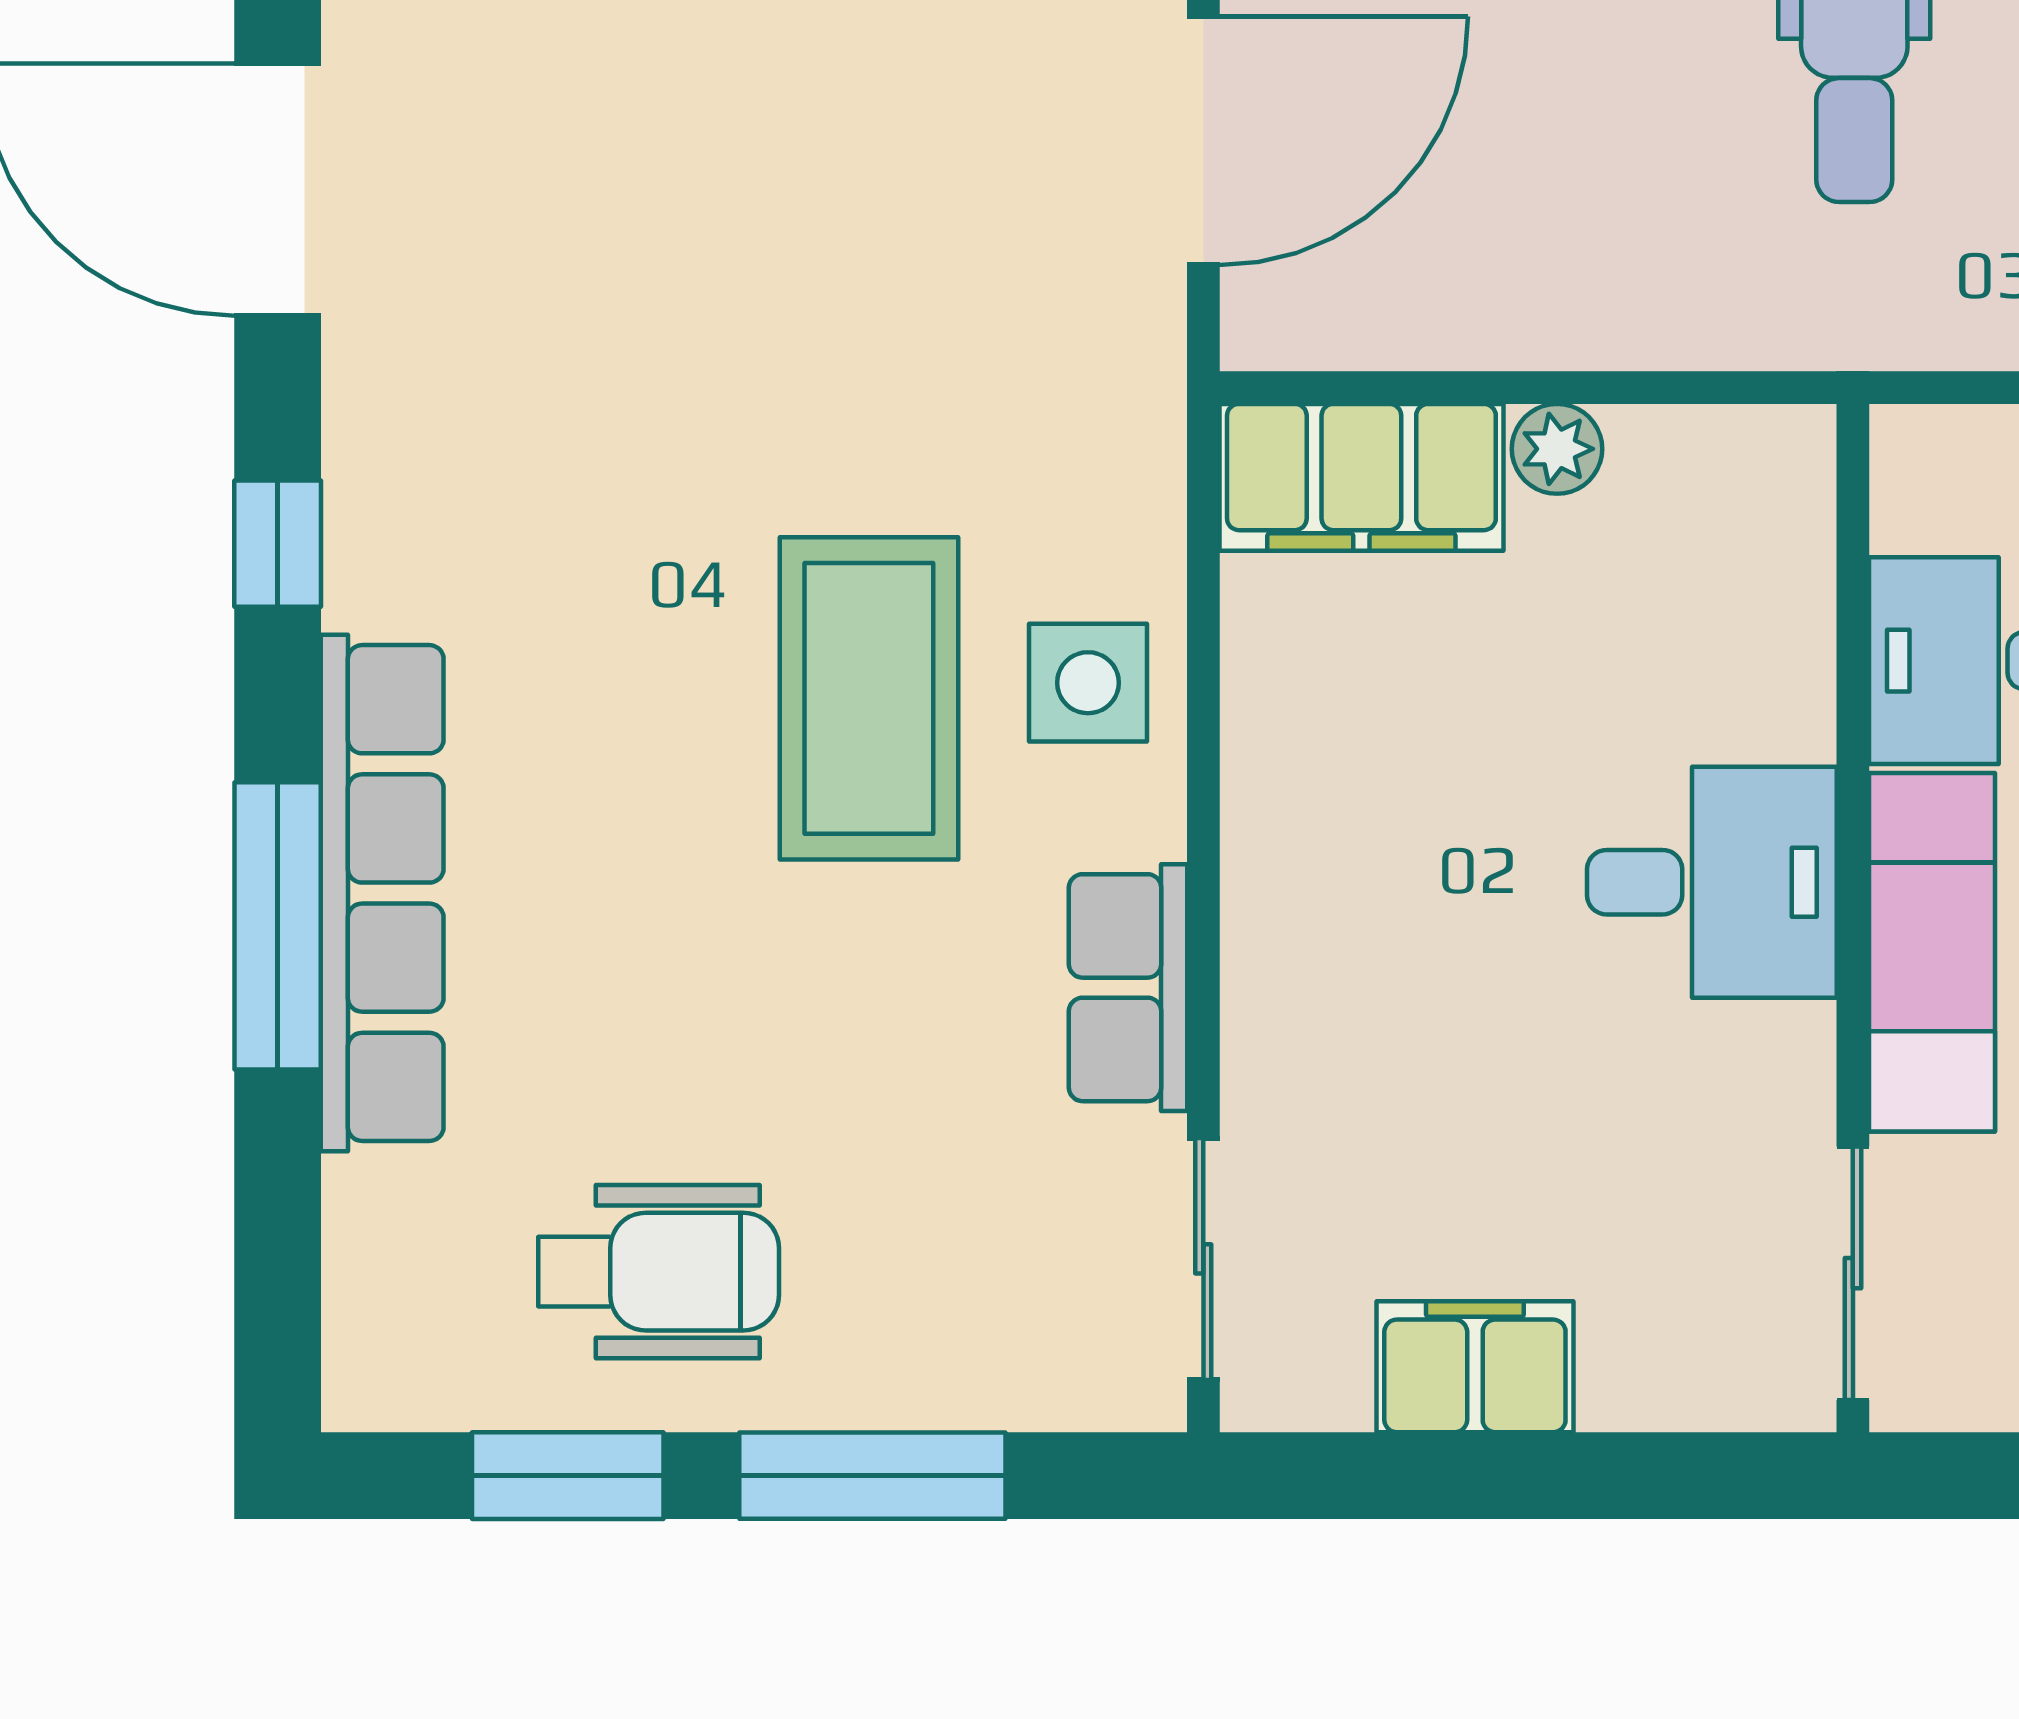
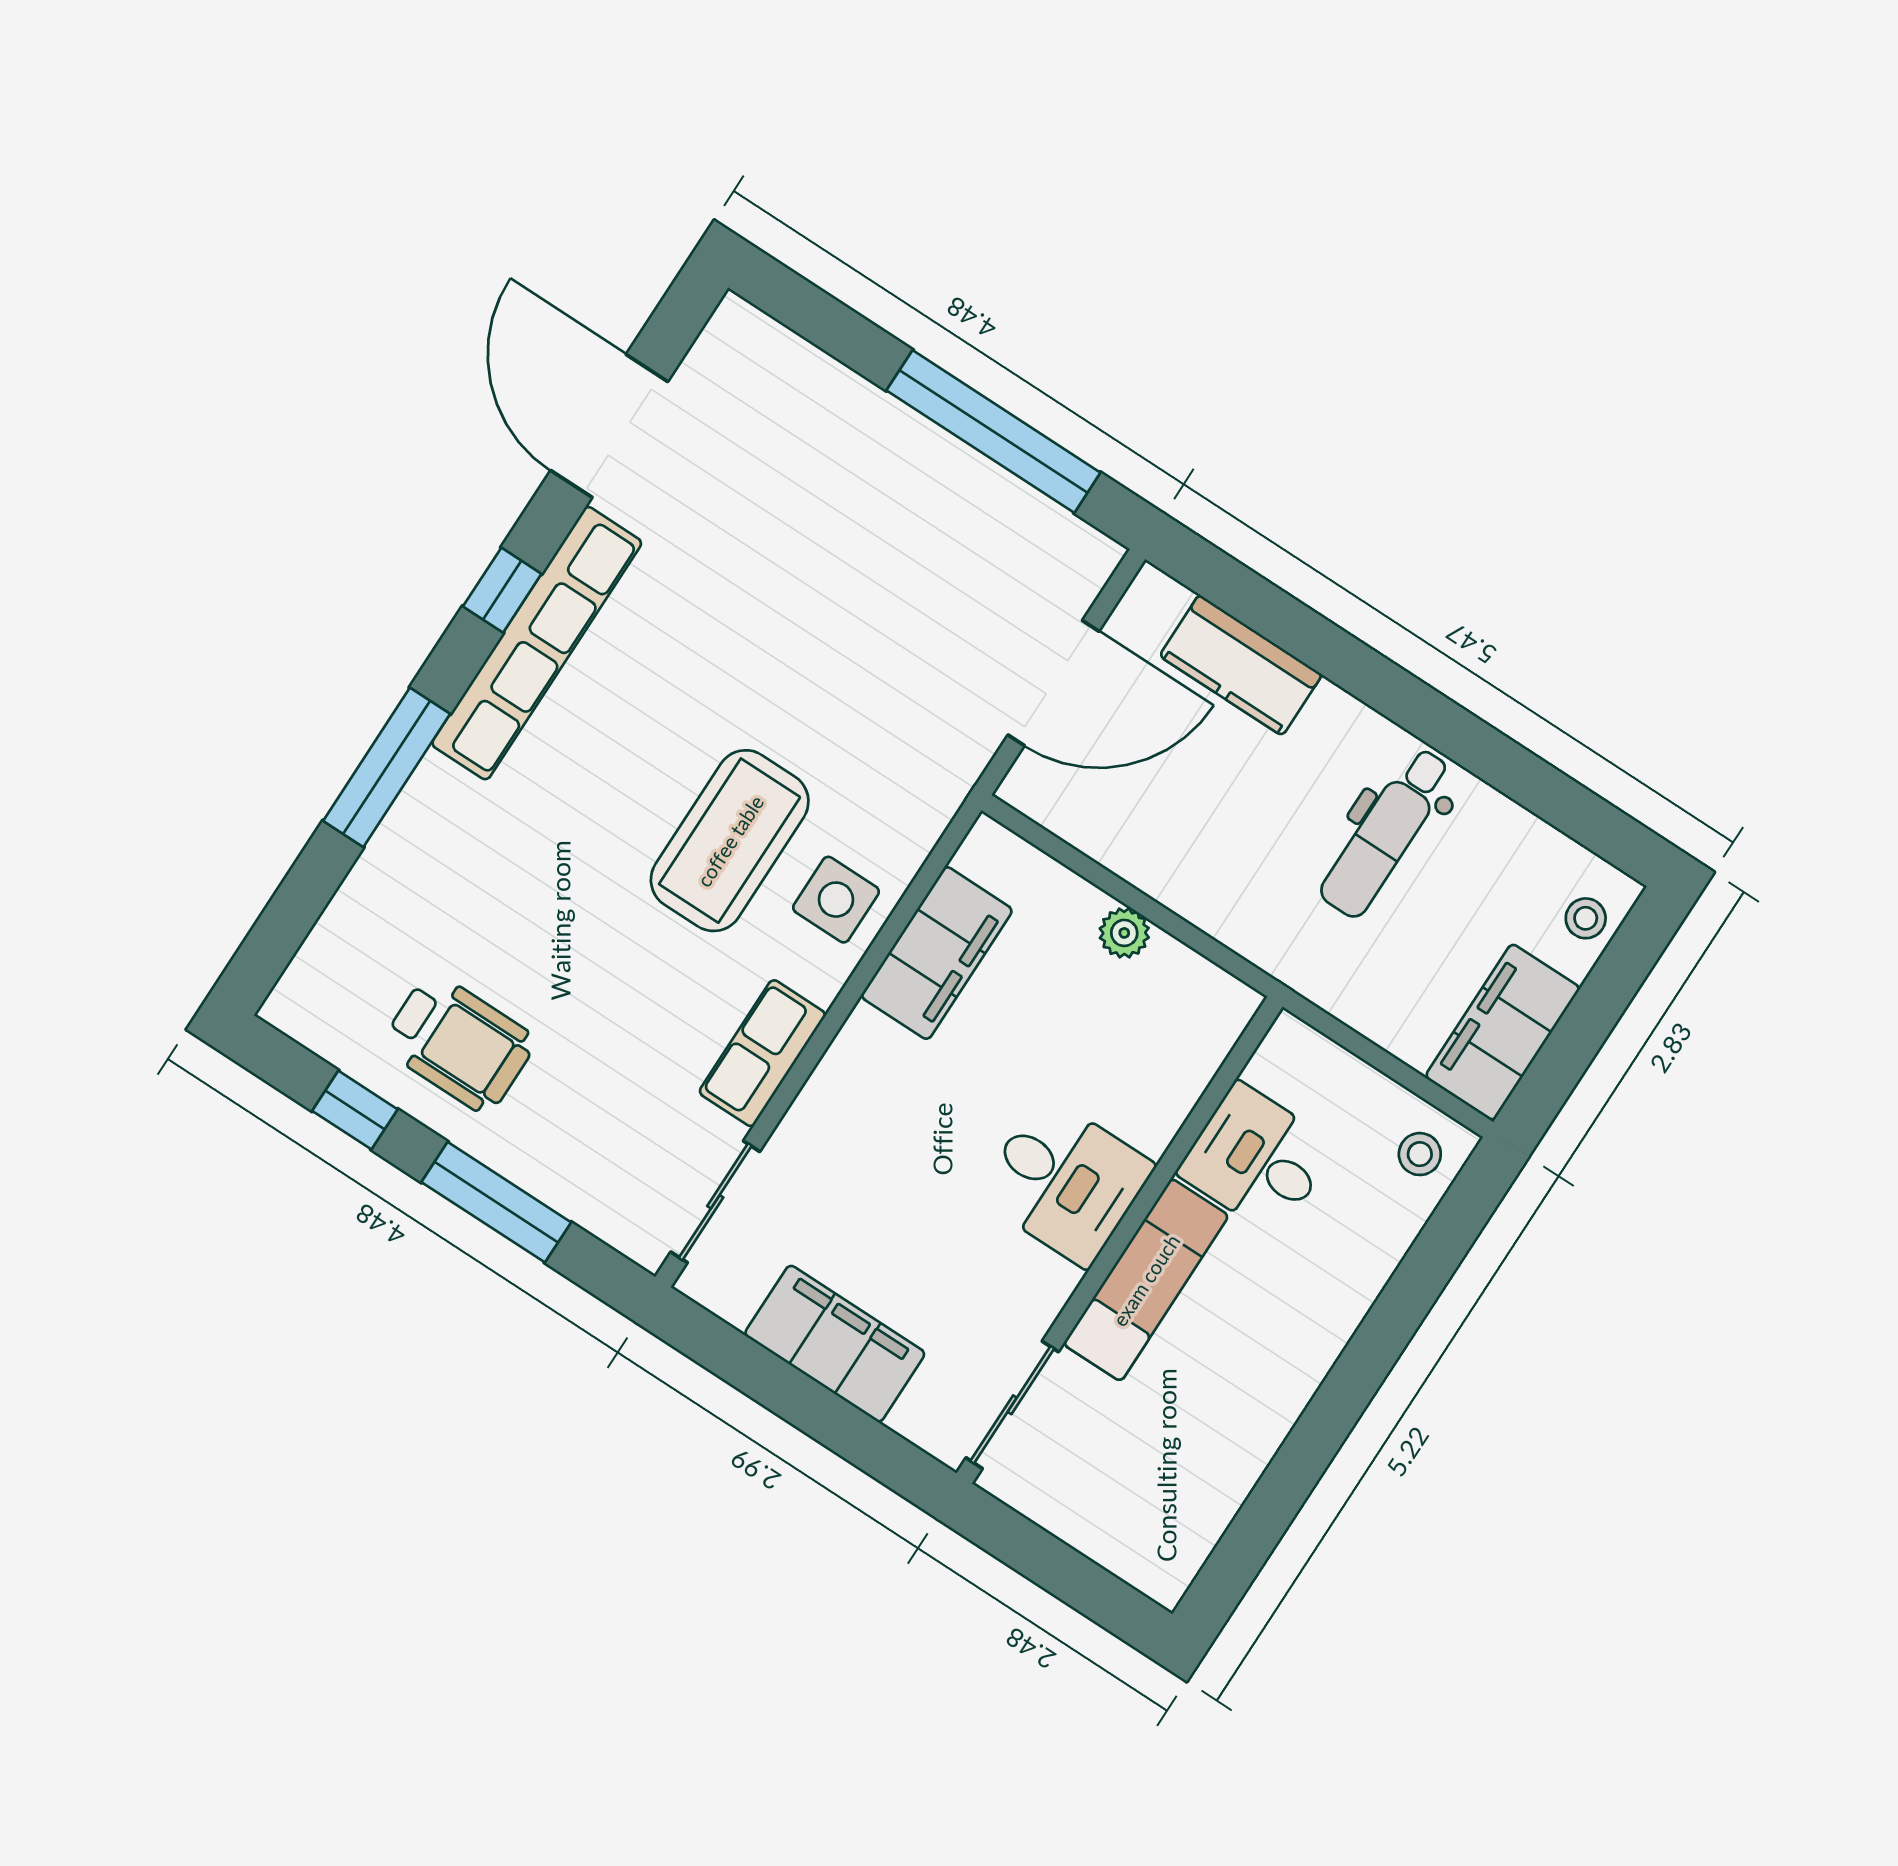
filing cabinet: (1361, 477) -> (937, 953), moved, turned -90
row of seats: (382, 893) -> (537, 643), moved
filing cabinet: (1475, 1367) -> (835, 1344), width x1.50, depth x1.17
window: (568, 1476) -> (355, 1110), width x0.67

